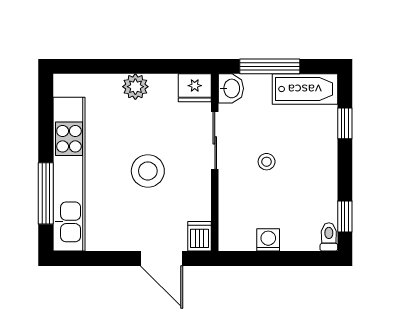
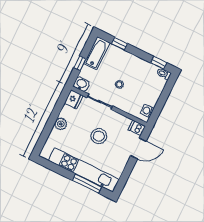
window: (270, 66) -> (80, 63), width x0.46
washing machine: (268, 240) -> (147, 111), moved

